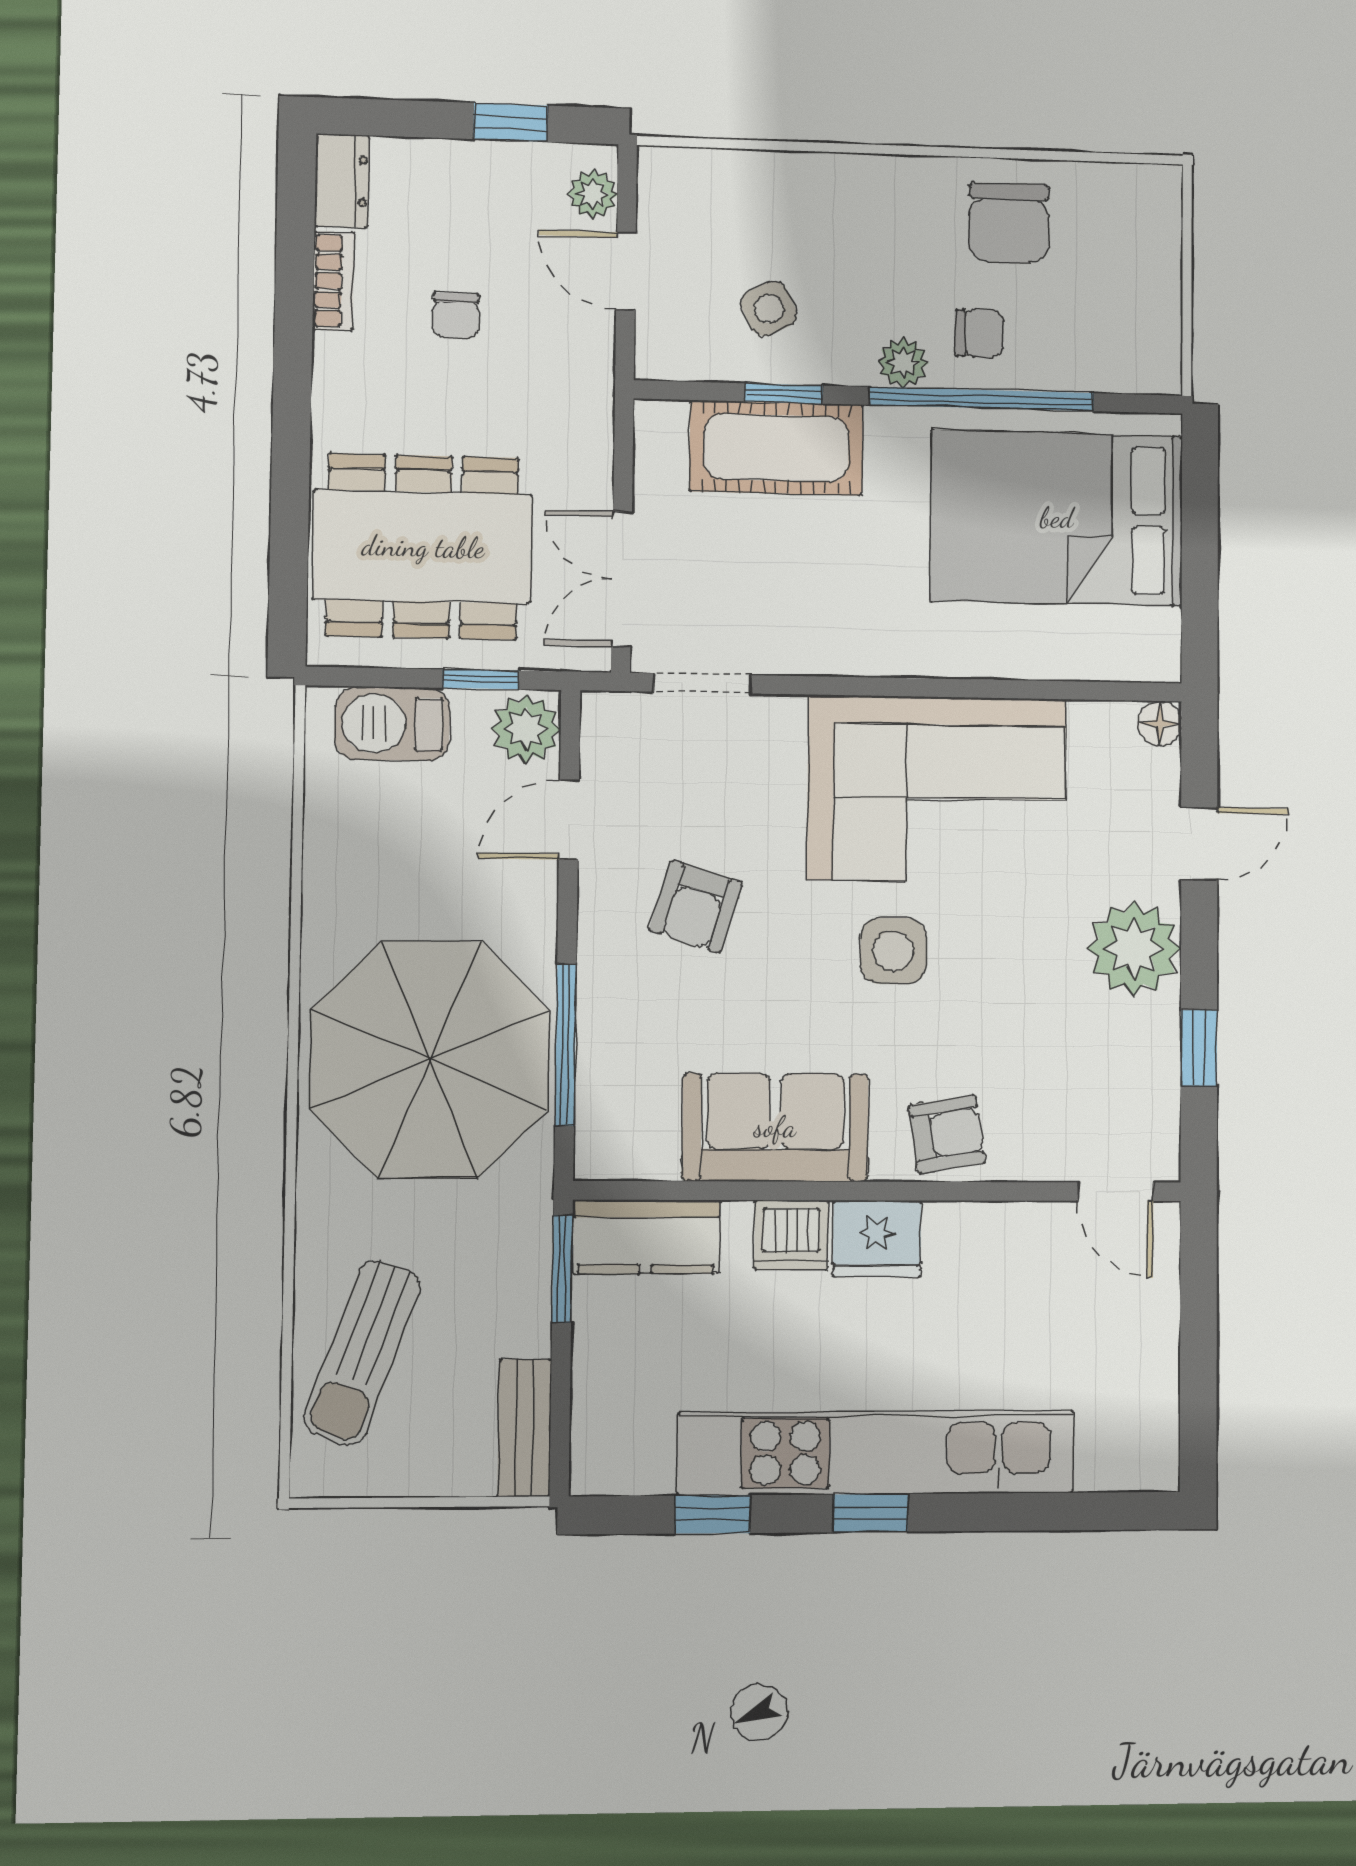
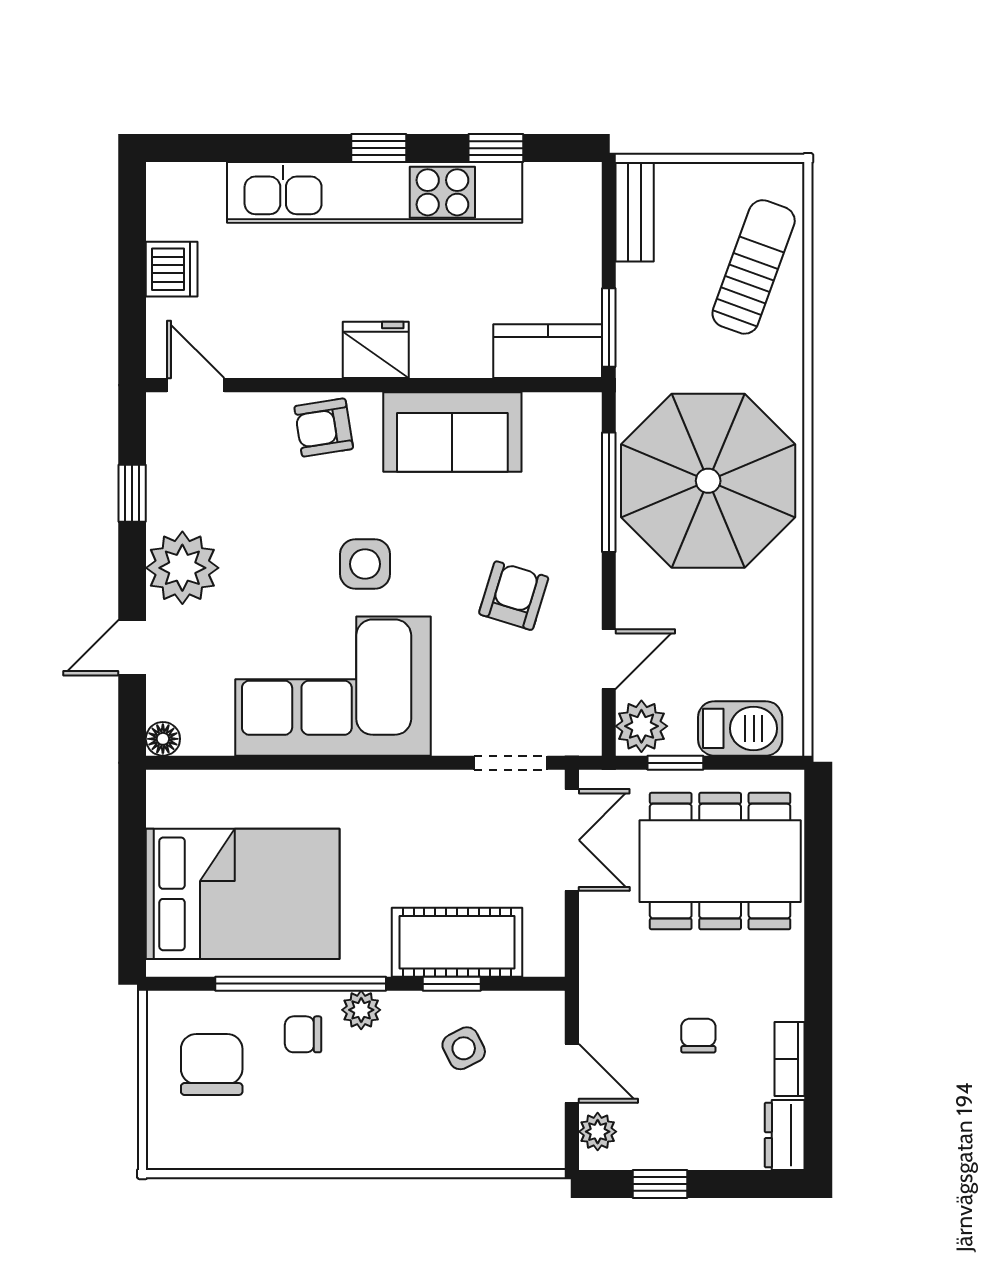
chair: (1009, 223) -> (212, 1065), moved
dishwasher: (791, 1235) -> (172, 269), moved, turned 90

